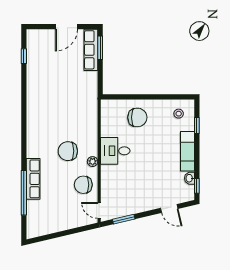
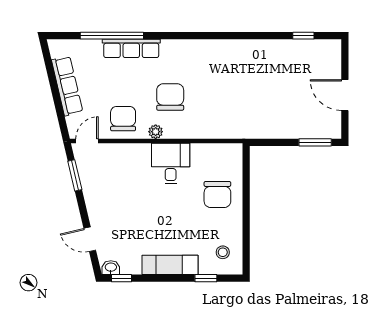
row of seats: (91, 50) -> (67, 86), moved, turned 77
washbasin: (189, 178) -> (111, 268), moved
door: (169, 208) -> (90, 239), hinge flipped

